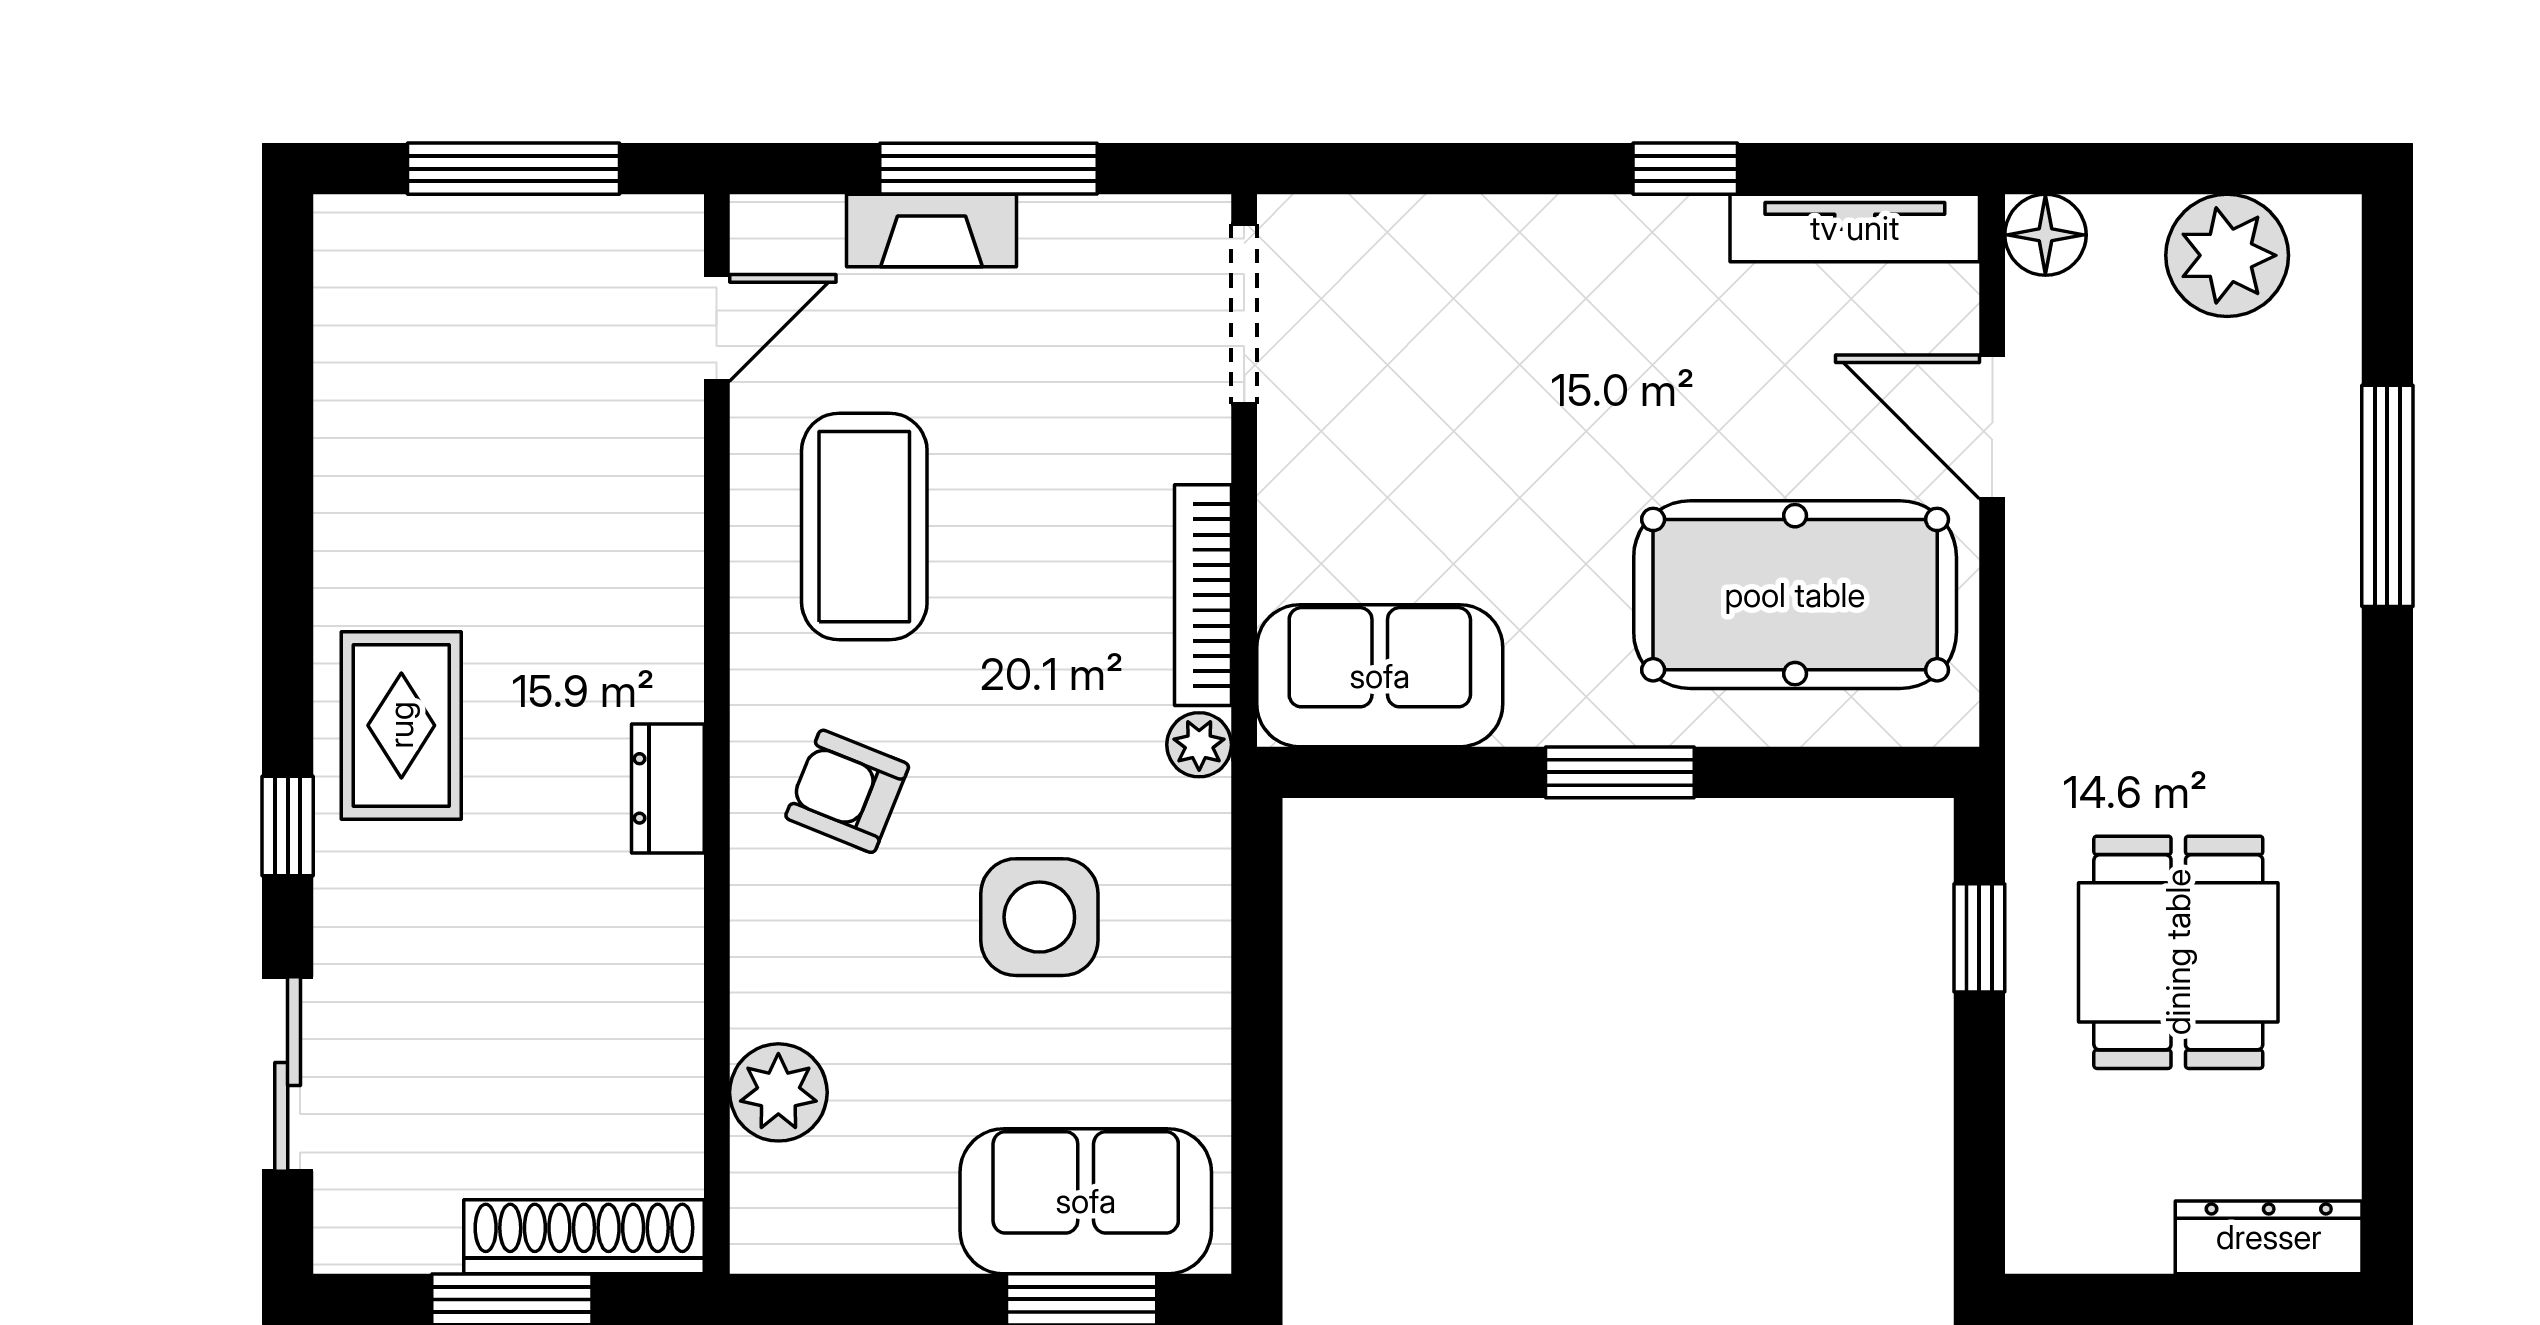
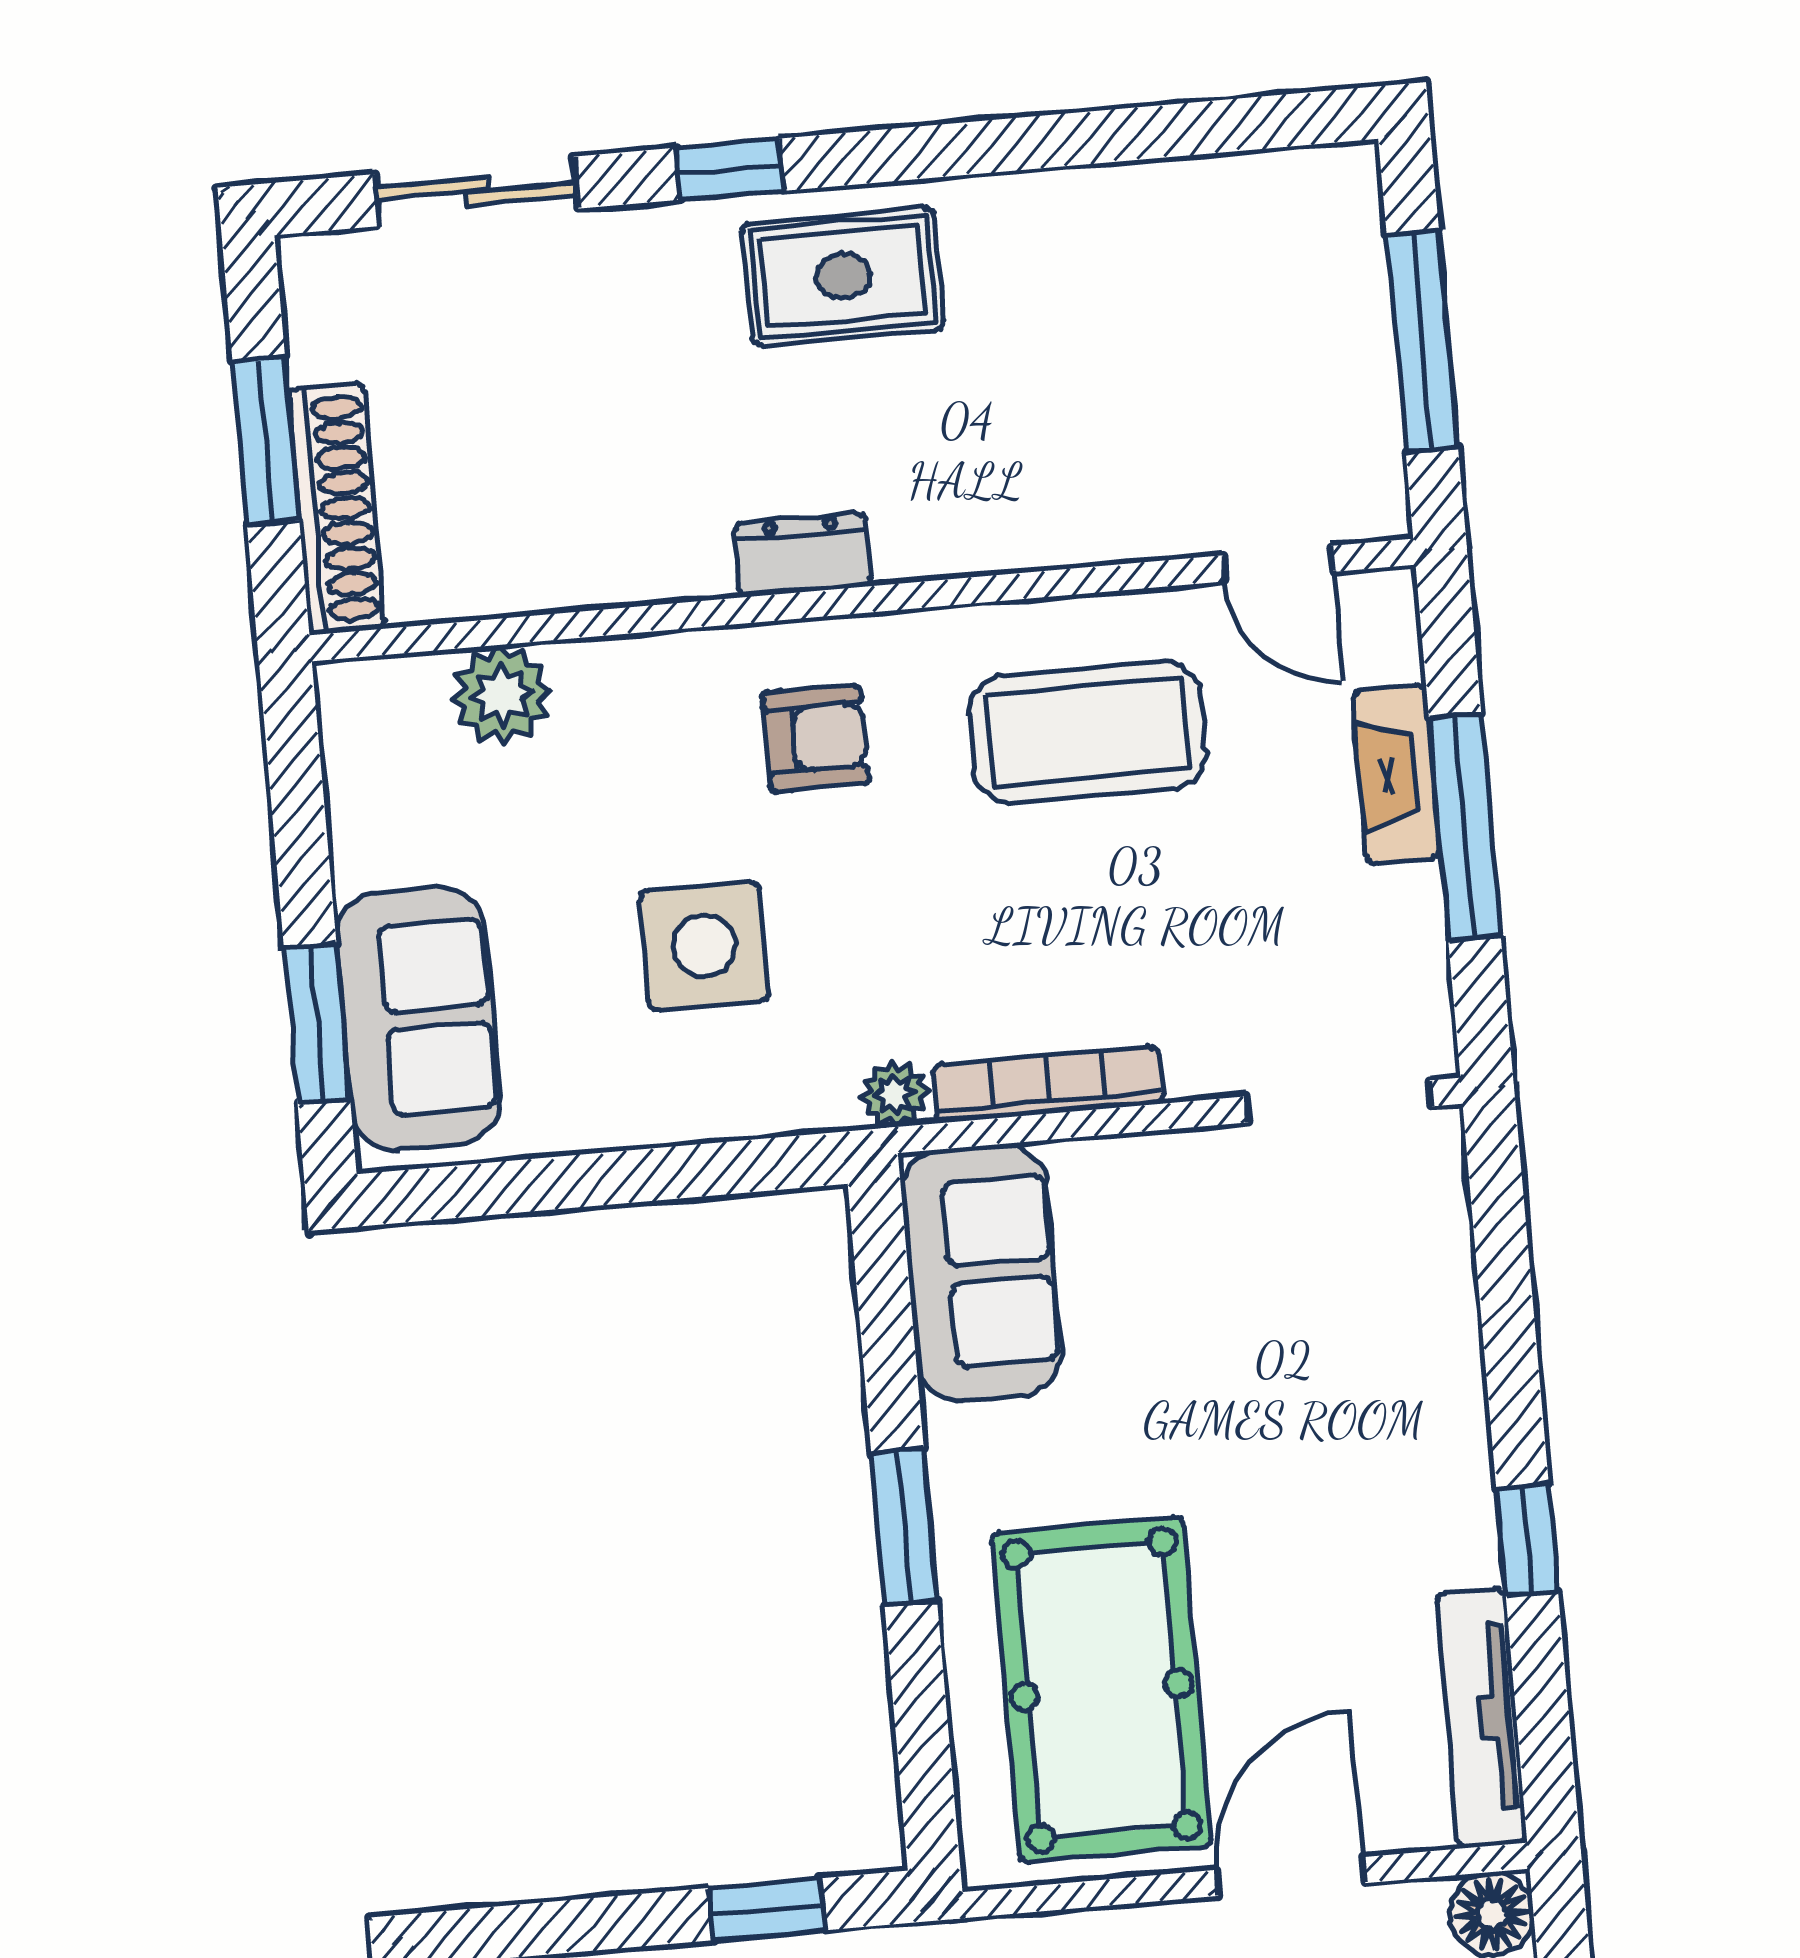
armchair: (847, 791) -> (816, 738), turned 68

